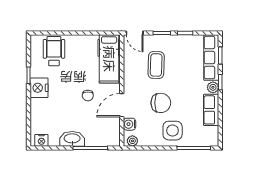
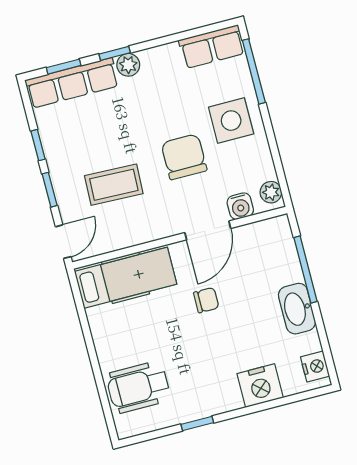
nightstand: (39, 88) -> (260, 386), moved
door: (122, 105) -> (208, 230), hinge flipped
row of seats: (211, 110) -> (212, 47), moved

